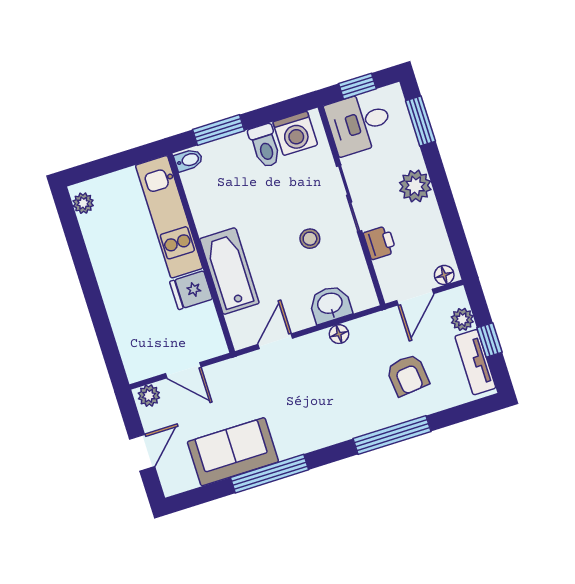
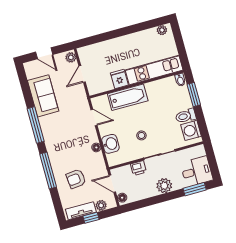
window: (358, 86) -> (212, 160), removed
desk: (359, 123) -> (197, 171), moved, turned 90
window: (269, 474) -> (36, 125), moved

